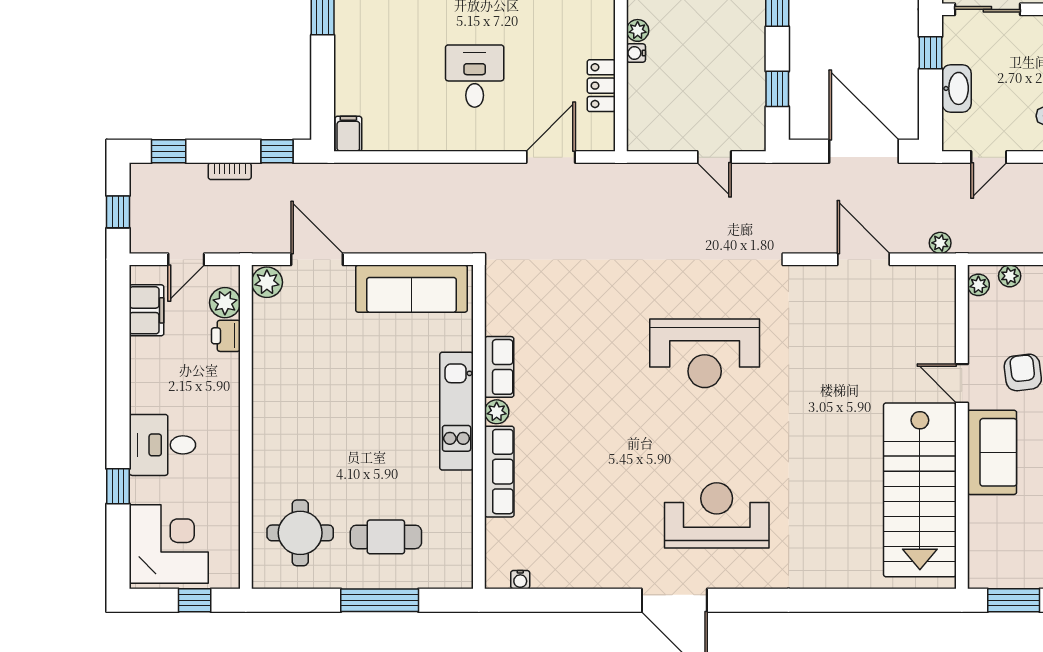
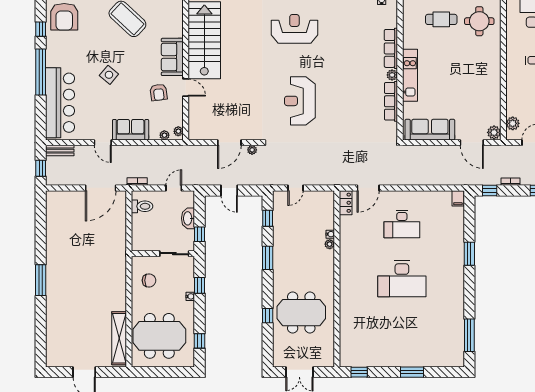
desk: (475, 76) -> (402, 224), width x1.37
locker: (601, 86) -> (346, 203), moved
door: (864, 151) -> (229, 191), width x0.53
door: (714, 157) -> (296, 188), swing flipped
plant: (940, 243) -> (252, 150), moved
door: (863, 259) -> (229, 143), hinge flipped
printer: (226, 336) -> (512, 109), removed
reception desk: (705, 353) -> (300, 101), turned -90
row of seats: (499, 367) -> (391, 101), width x1.48
reception desk: (717, 515) -> (294, 29), turned 180

